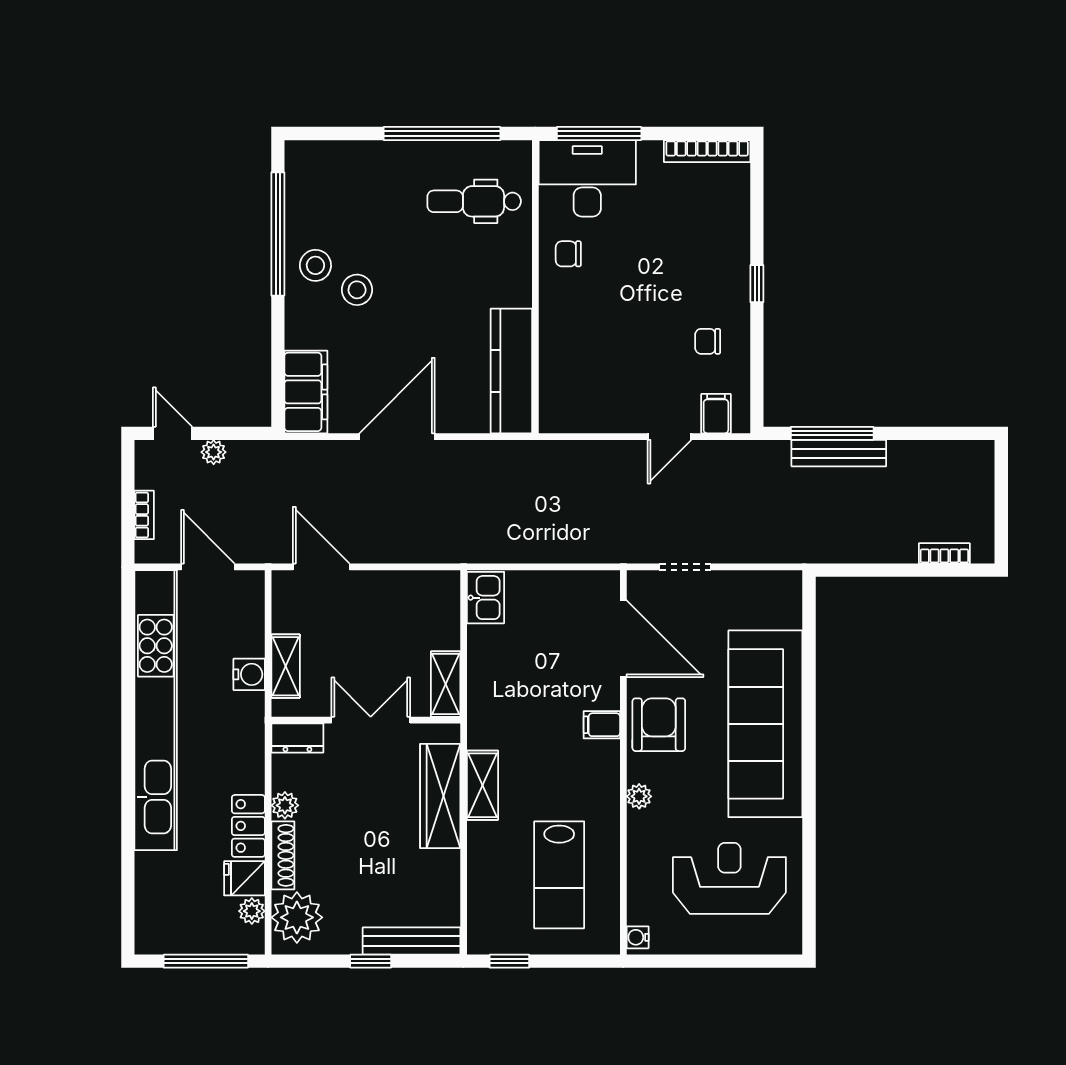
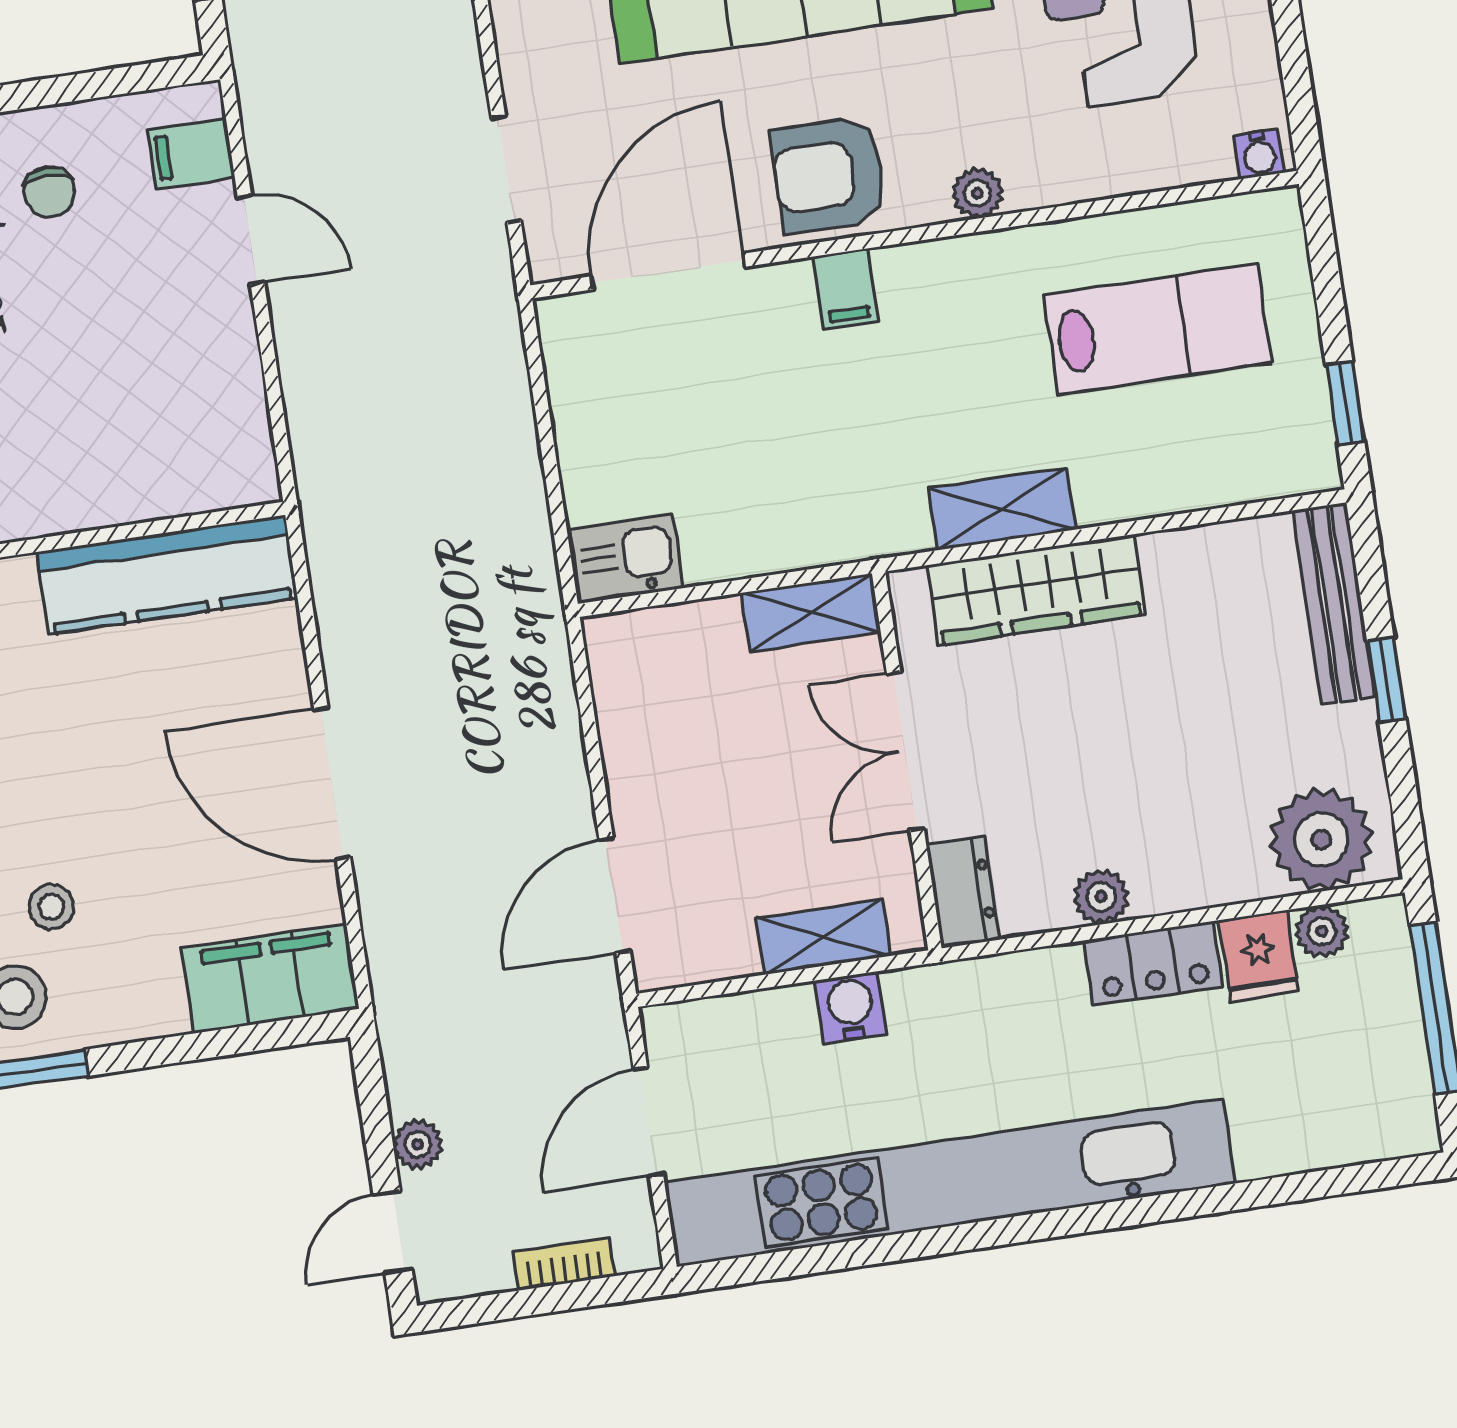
stool: (357, 290) -> (51, 907), width x0.73, depth x0.73
shoe rack: (283, 855) -> (1202, 886), removed

